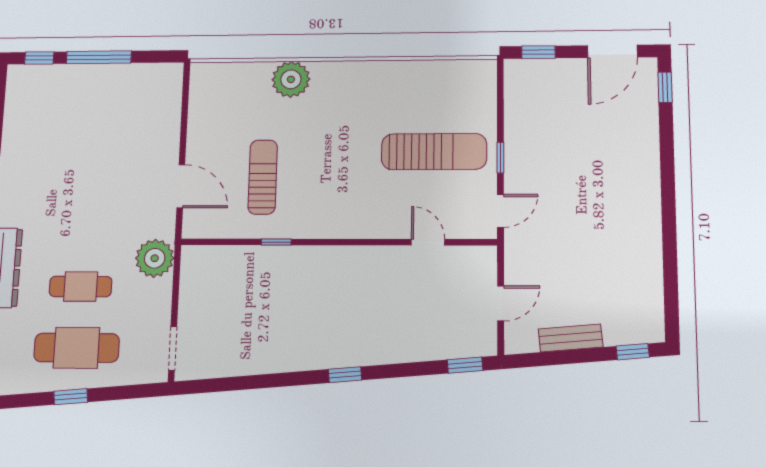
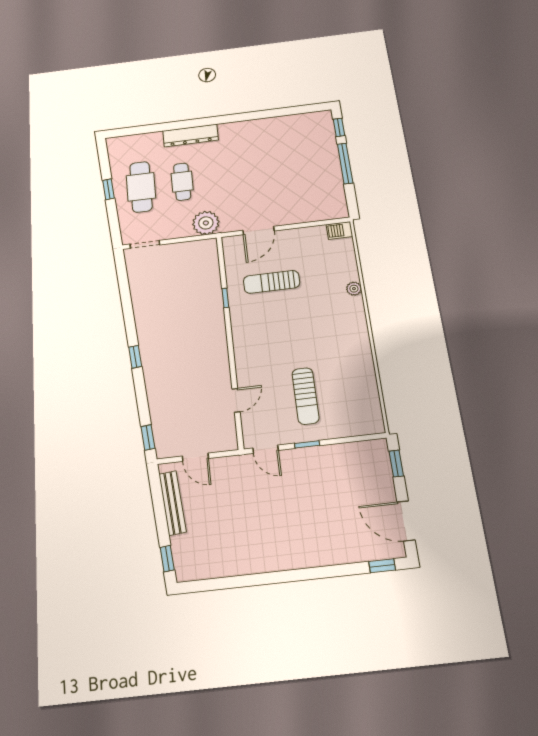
barbecue: (201, 78) -> (339, 230), added
plant: (291, 79) -> (354, 289), width x0.53, depth x0.53
sun lounger: (434, 152) -> (305, 396), width x0.73, depth x0.75
sun lounger: (263, 177) -> (272, 282), turned 180
bench: (571, 338) -> (172, 503), width x1.36

